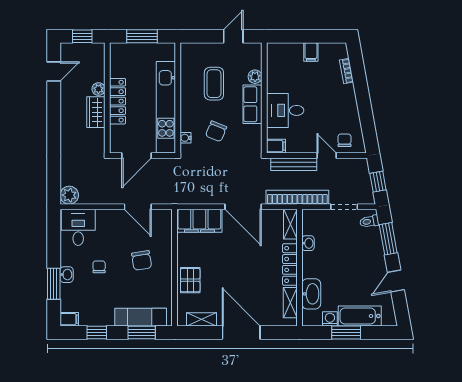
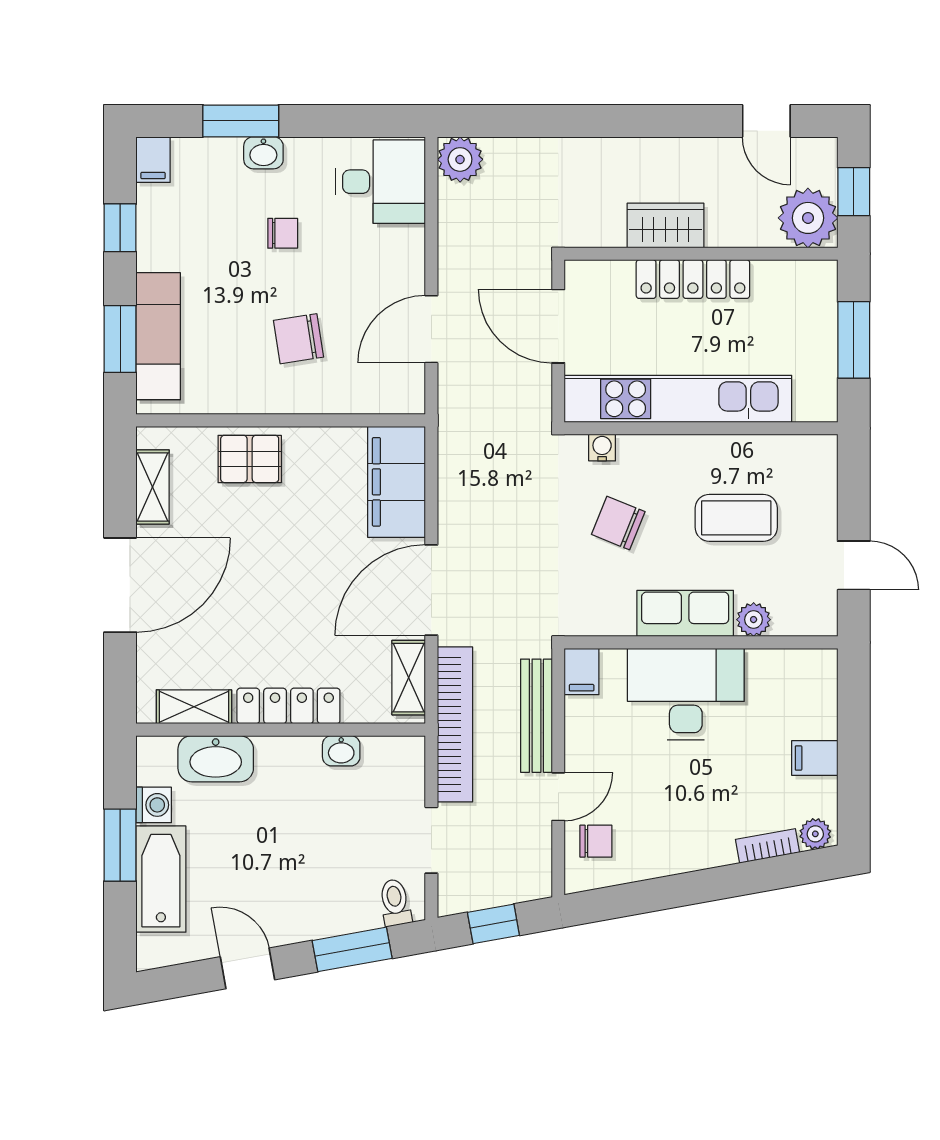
plant: (342, 52) -> (815, 834), added
plant: (98, 89) -> (808, 218), moved, width x1.87, depth x1.87
desk: (285, 110) -> (686, 694), width x1.37
shelving: (290, 224) -> (409, 678), moved, turned 90

